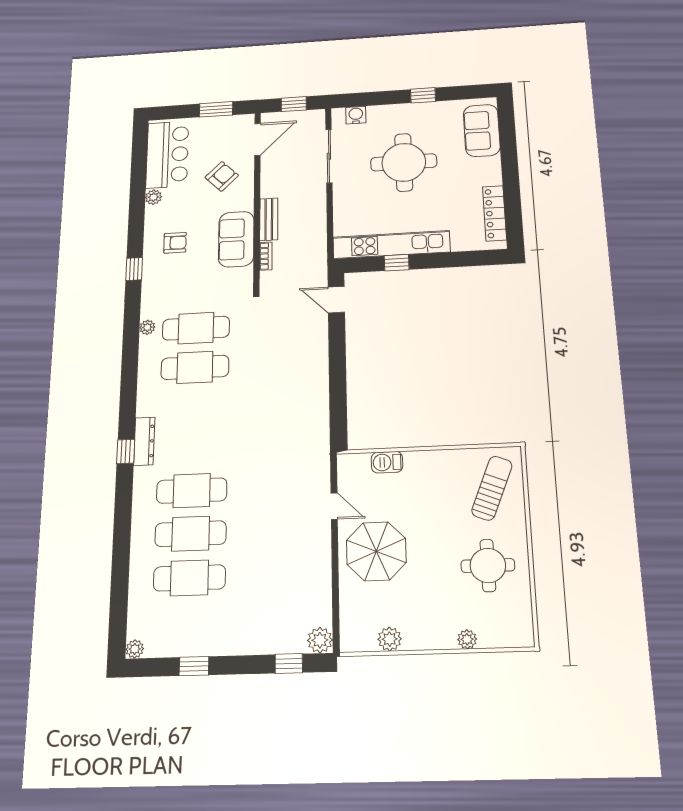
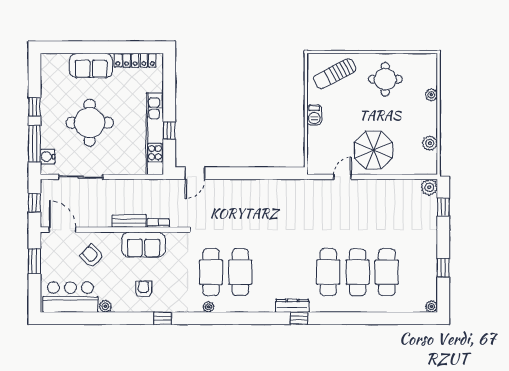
window: (373, 99) -> (34, 144), added
sofa: (482, 130) -> (91, 65), moved
barbecue: (387, 462) -> (314, 115), moved
sun lounger: (492, 488) -> (335, 74), turned -49

